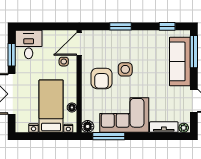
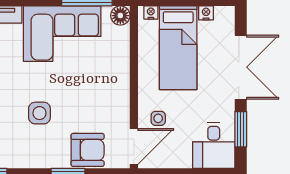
side table: (125, 69) -> (39, 113), moved
armchair: (102, 78) -> (88, 150), moved, turned 90
floor lamp: (72, 107) -> (145, 46), removed

